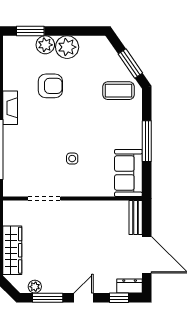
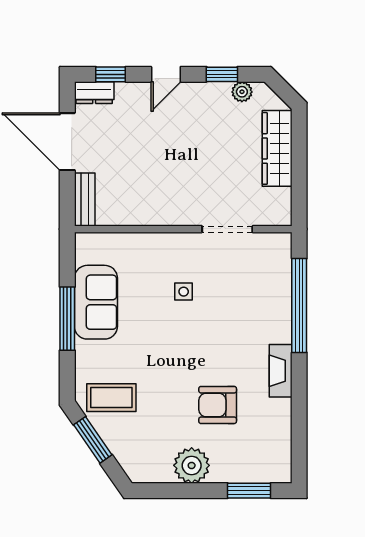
plant: (45, 45) -> (226, 469), removed
sofa: (128, 173) -> (96, 302), moved
window: (48, 298) -> (222, 74), width x0.67

